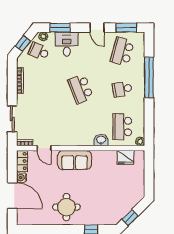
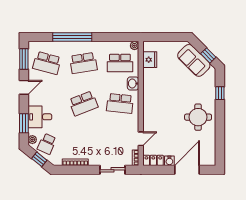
school desk: (122, 89) -> (83, 63), width x1.85
school desk: (81, 127) -> (120, 103), added
sofa: (75, 160) -> (194, 60), moved, turned 135

